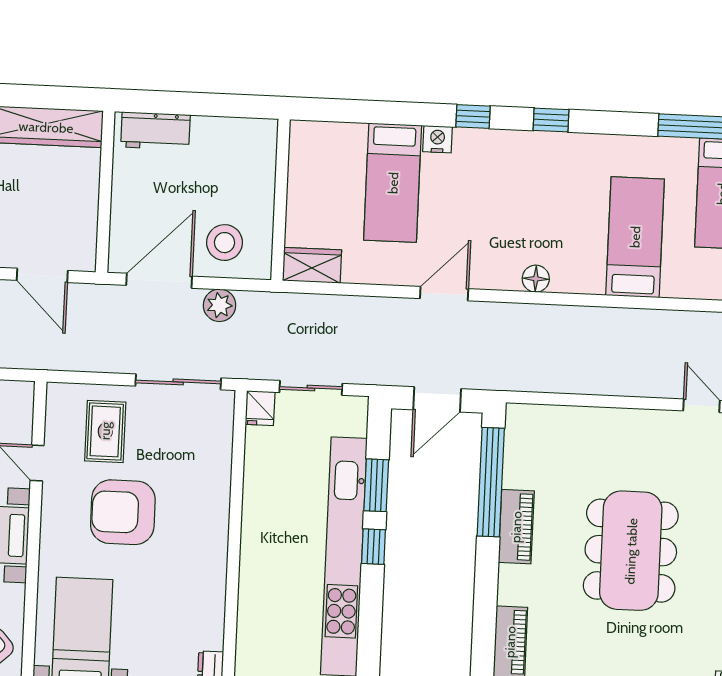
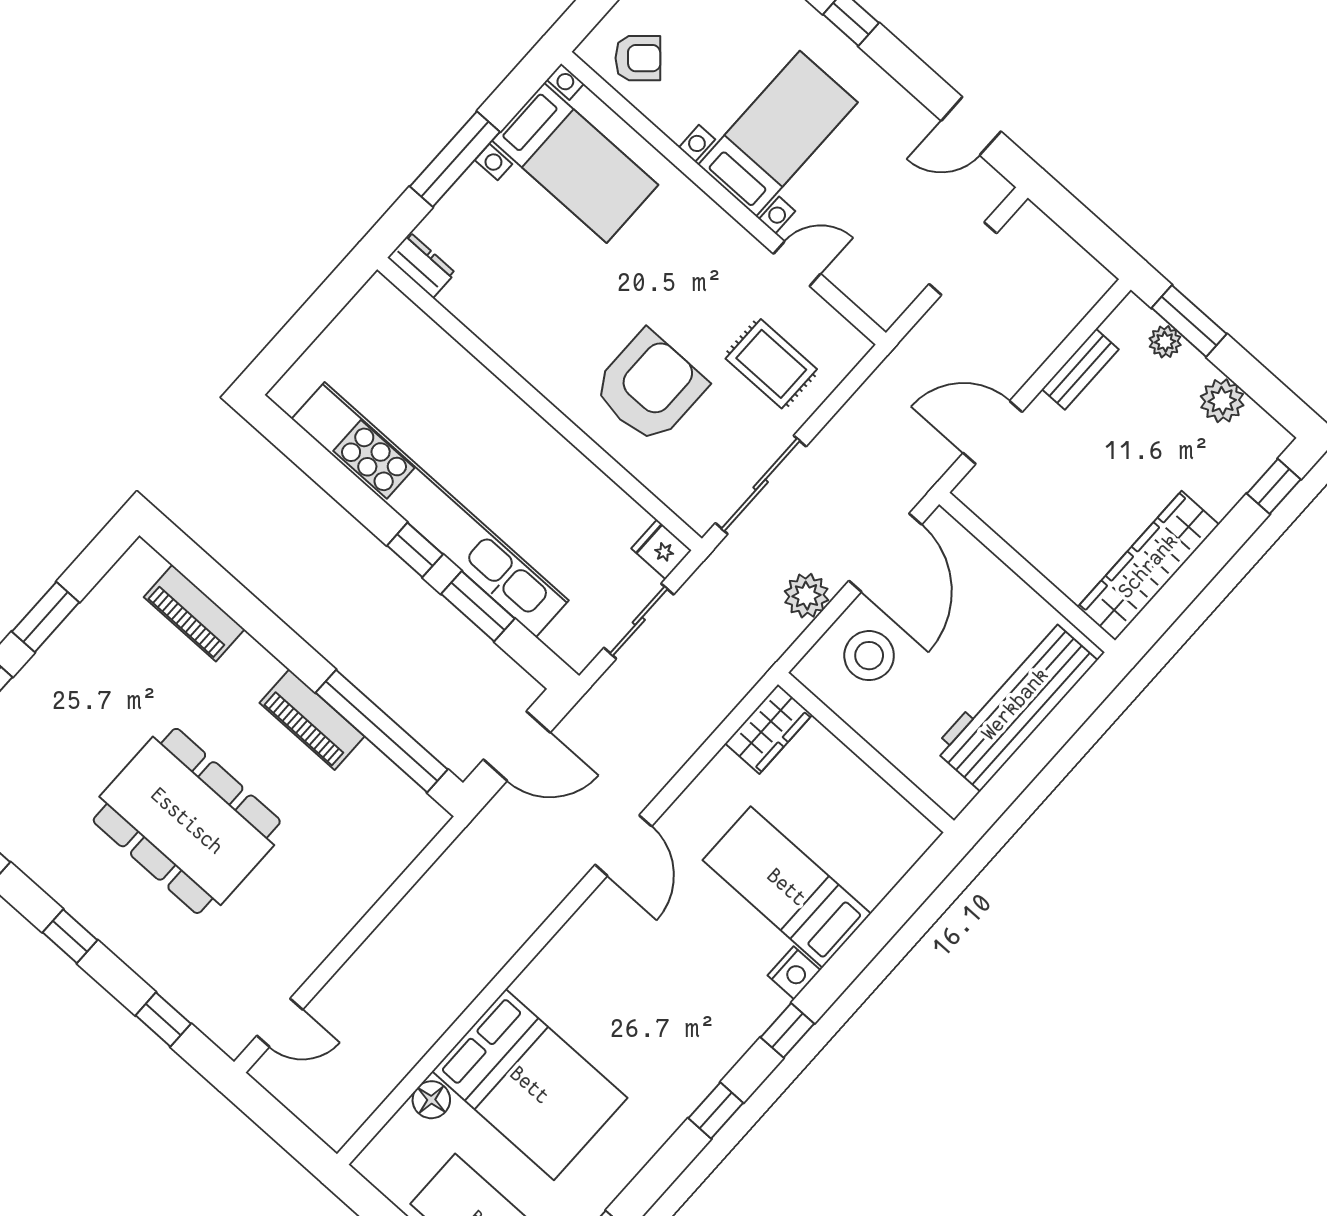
workbench: (155, 131) -> (1015, 704), width x1.88, depth x1.32
bed: (635, 237) -> (530, 1085), width x1.50
floor lamp: (536, 279) -> (431, 1100), moved
door: (437, 399) -> (517, 746), swing flipped
armchair: (123, 512) -> (650, 387), moved

